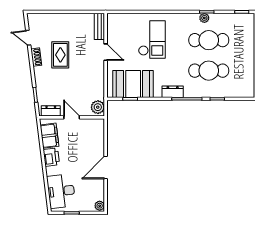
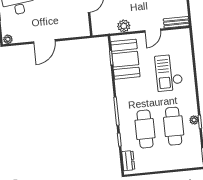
checkout: (152, 40) -> (169, 73), turned 90
dresser: (173, 92) -> (128, 161), moved
plant: (98, 107) -> (124, 26), moved
door: (106, 168) -> (44, 41), swing flipped

